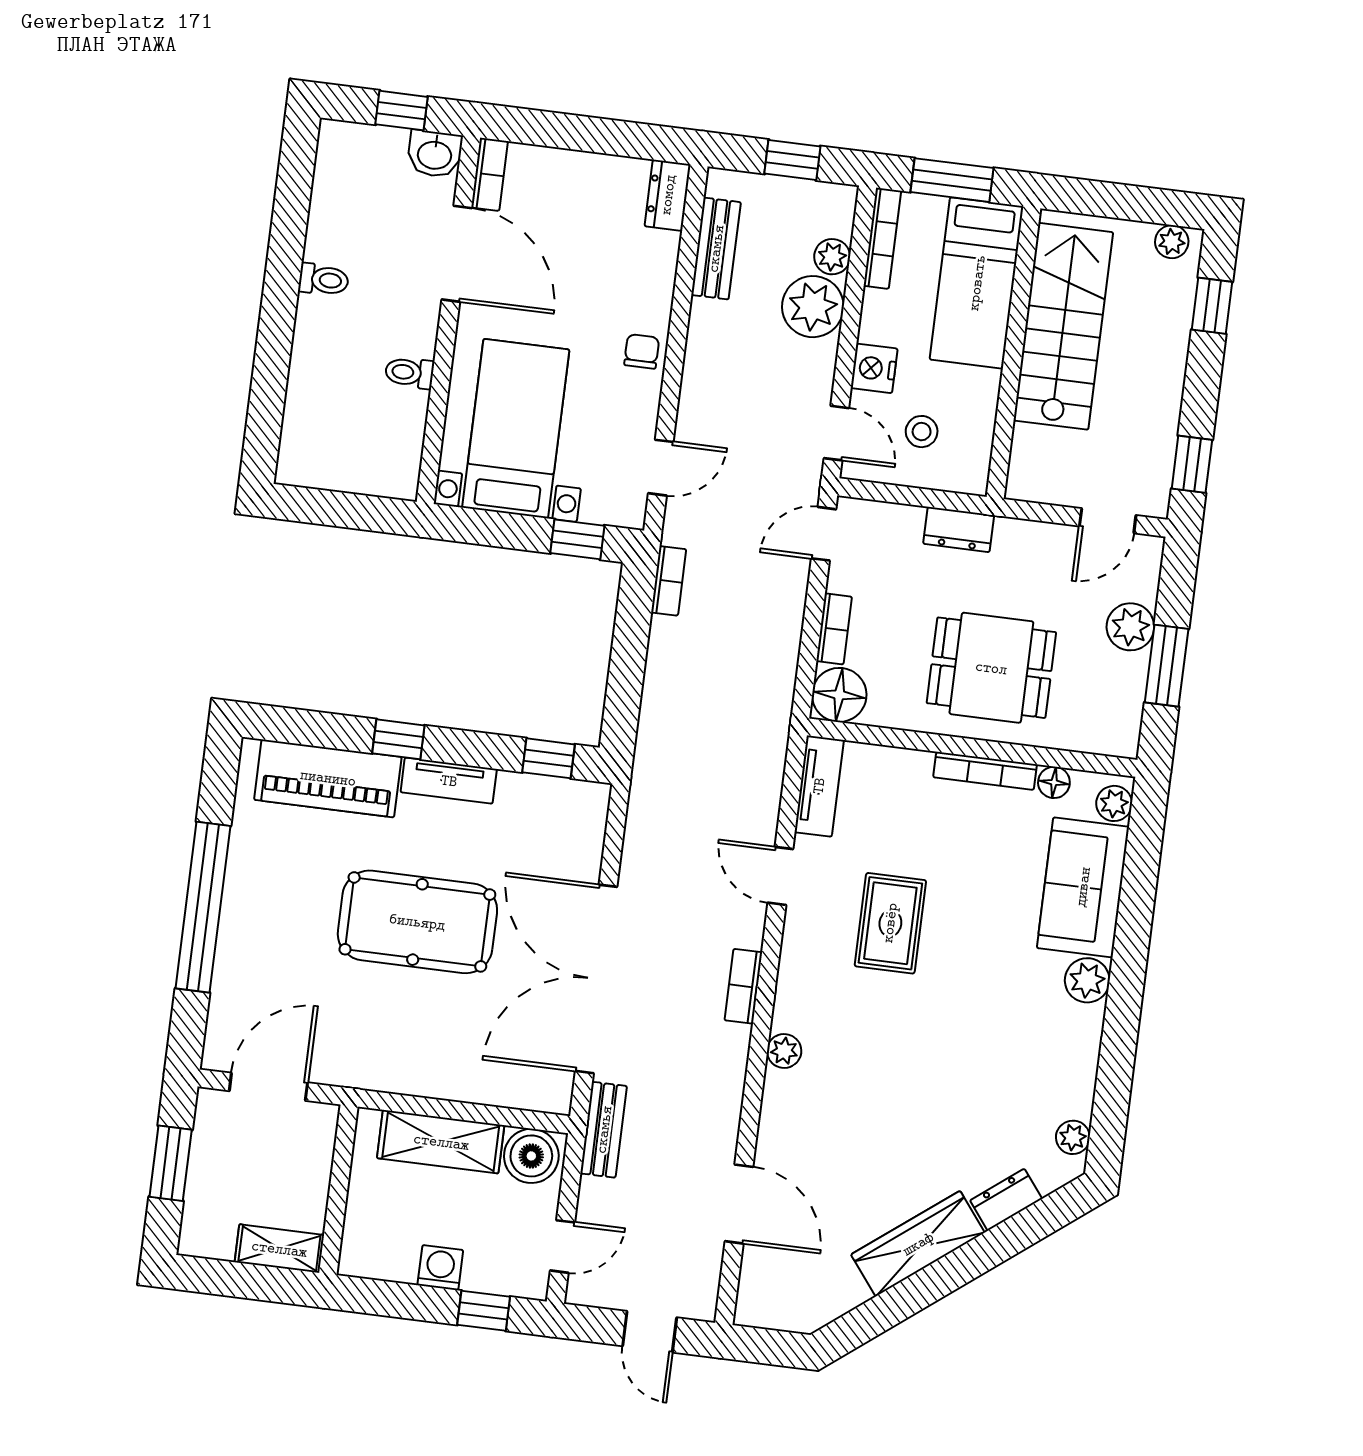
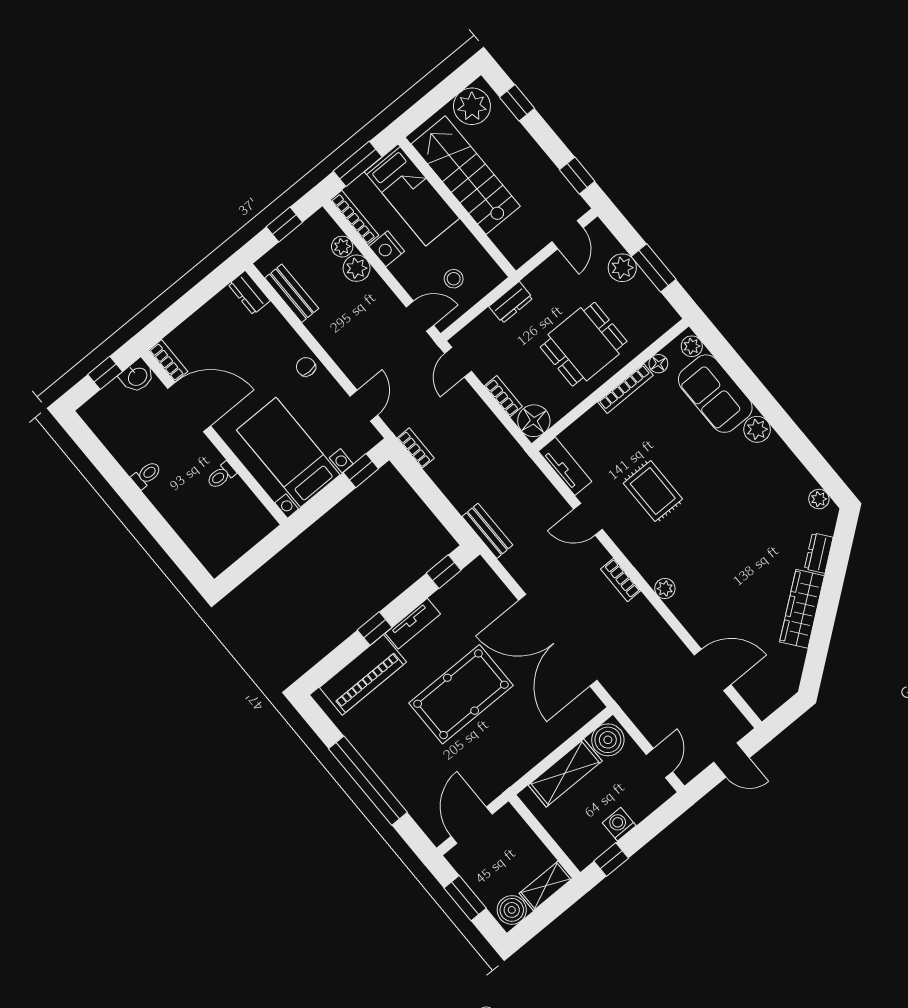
plant: (1172, 242) -> (472, 106), width x1.87, depth x1.87
plant: (813, 307) -> (357, 268), width x0.73, depth x0.73
nightstand: (874, 368) -> (387, 249), moved
bench: (604, 1130) -> (487, 531), moved
boiler: (210, 1234) -> (512, 910), added
window: (484, 1311) -> (611, 860), moved

